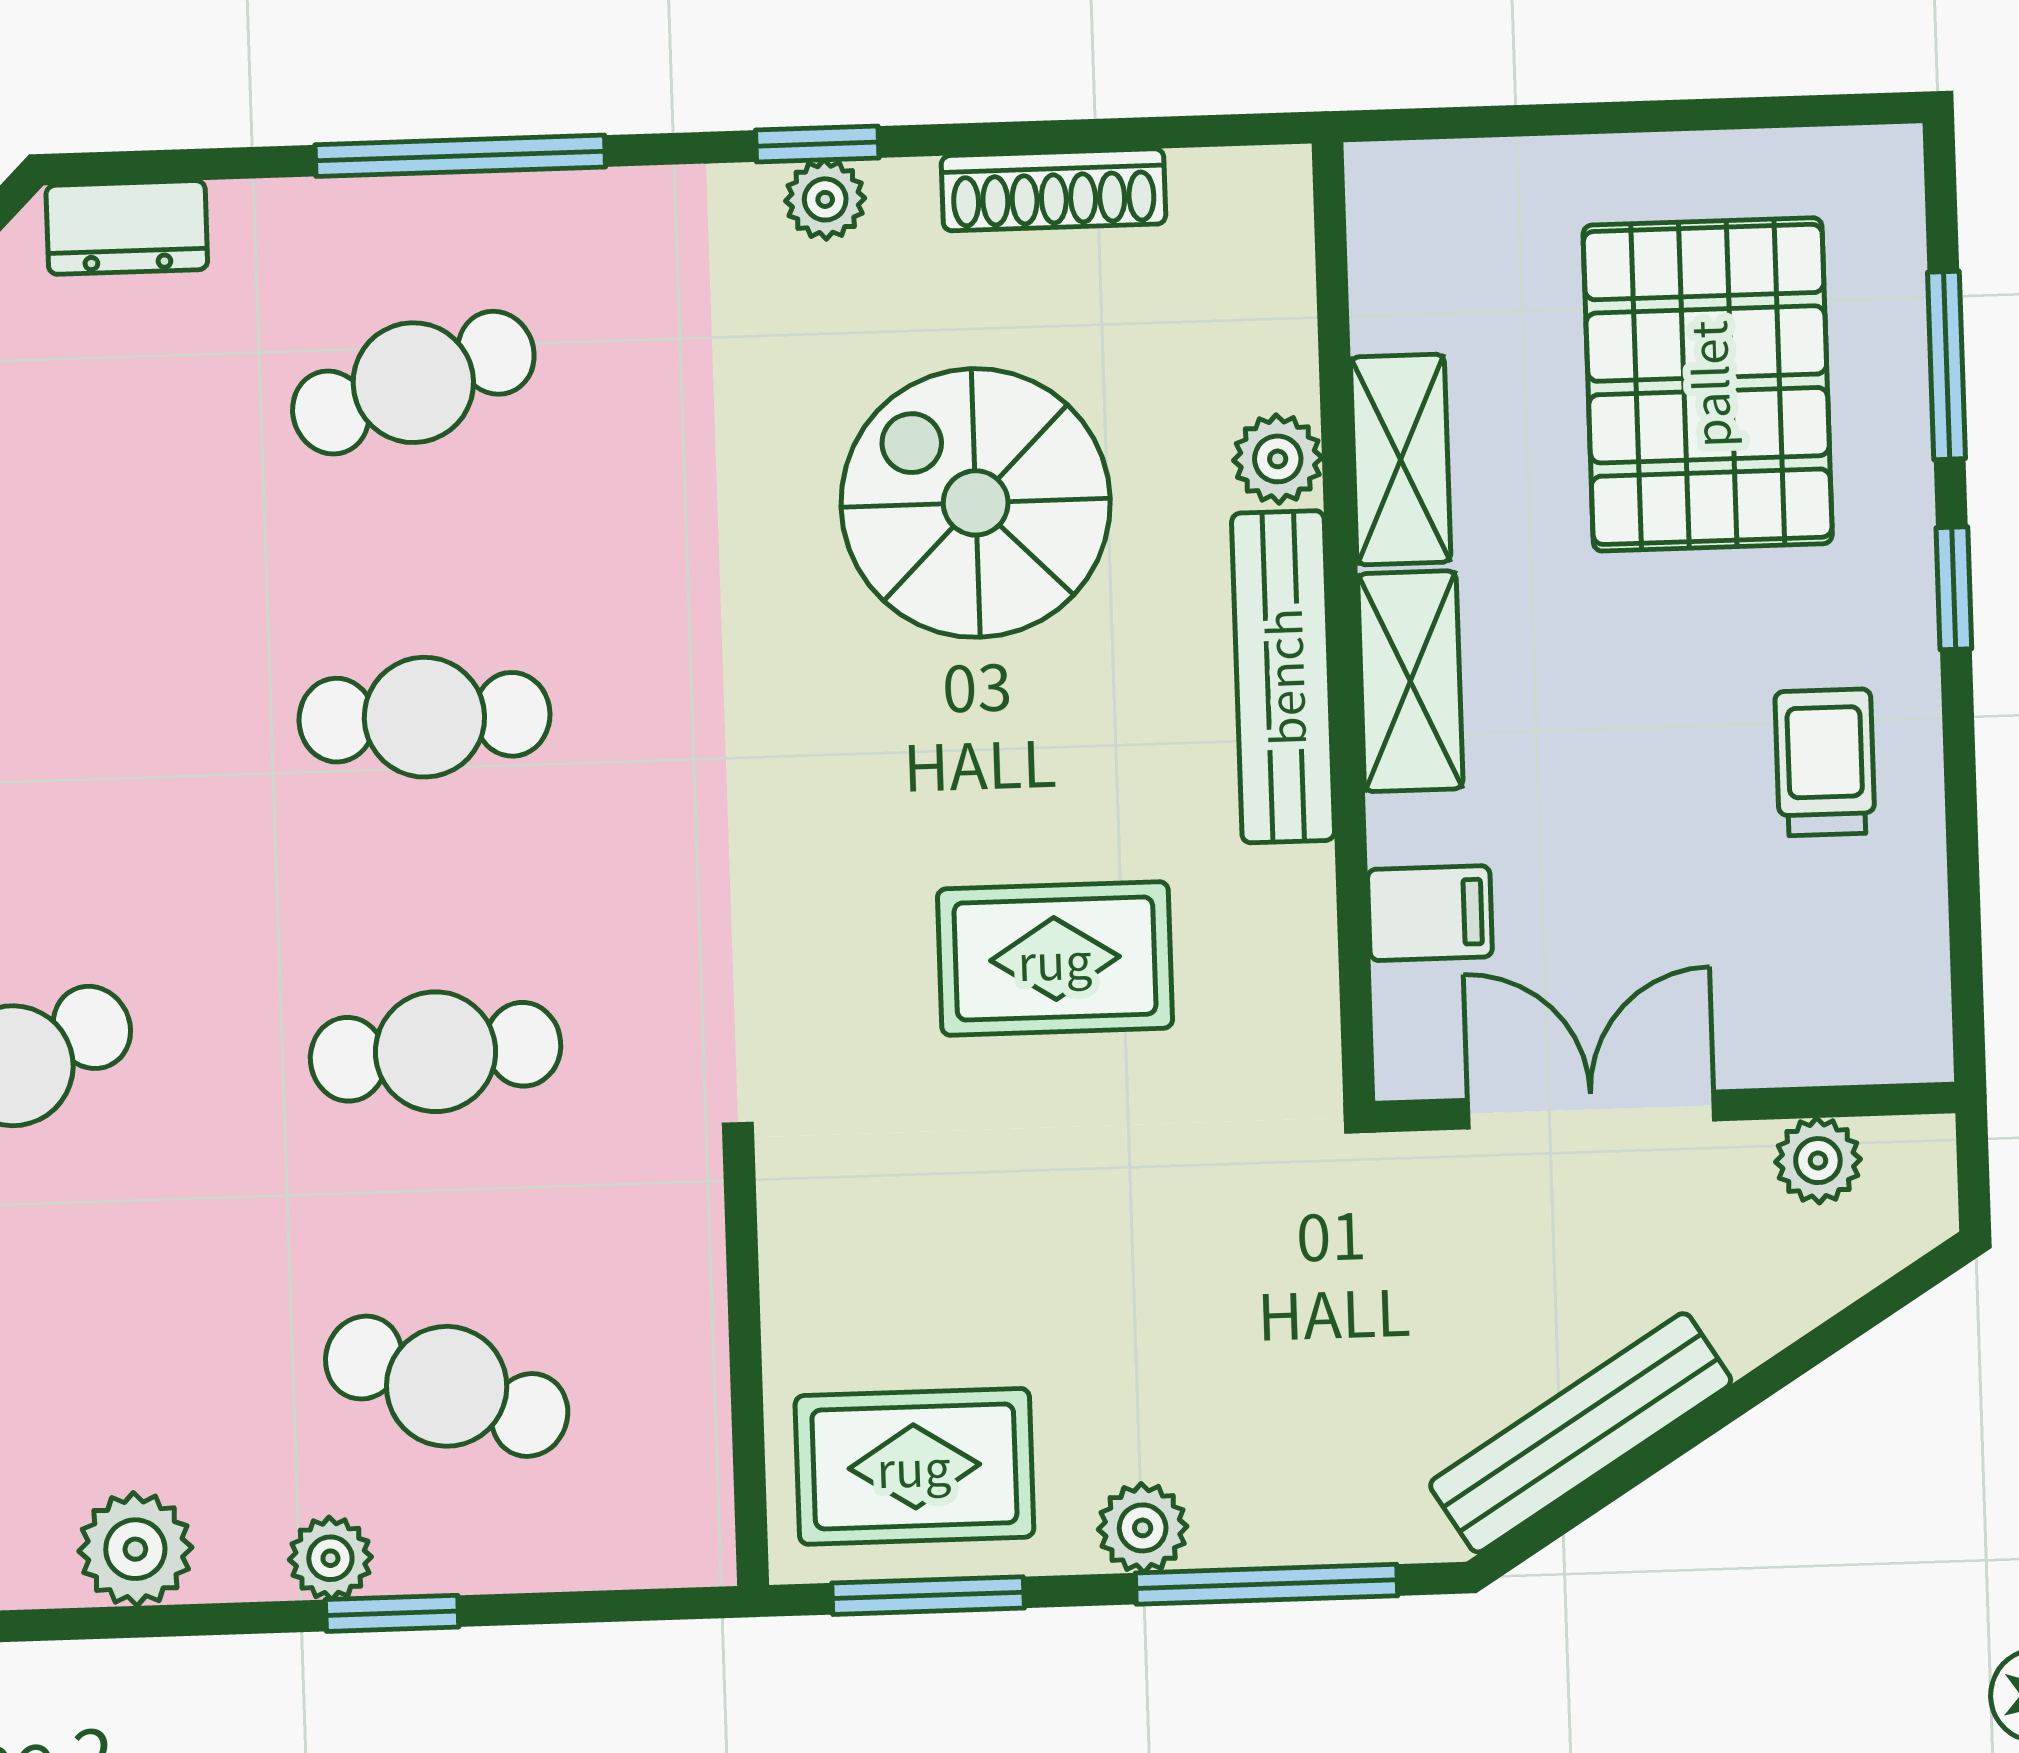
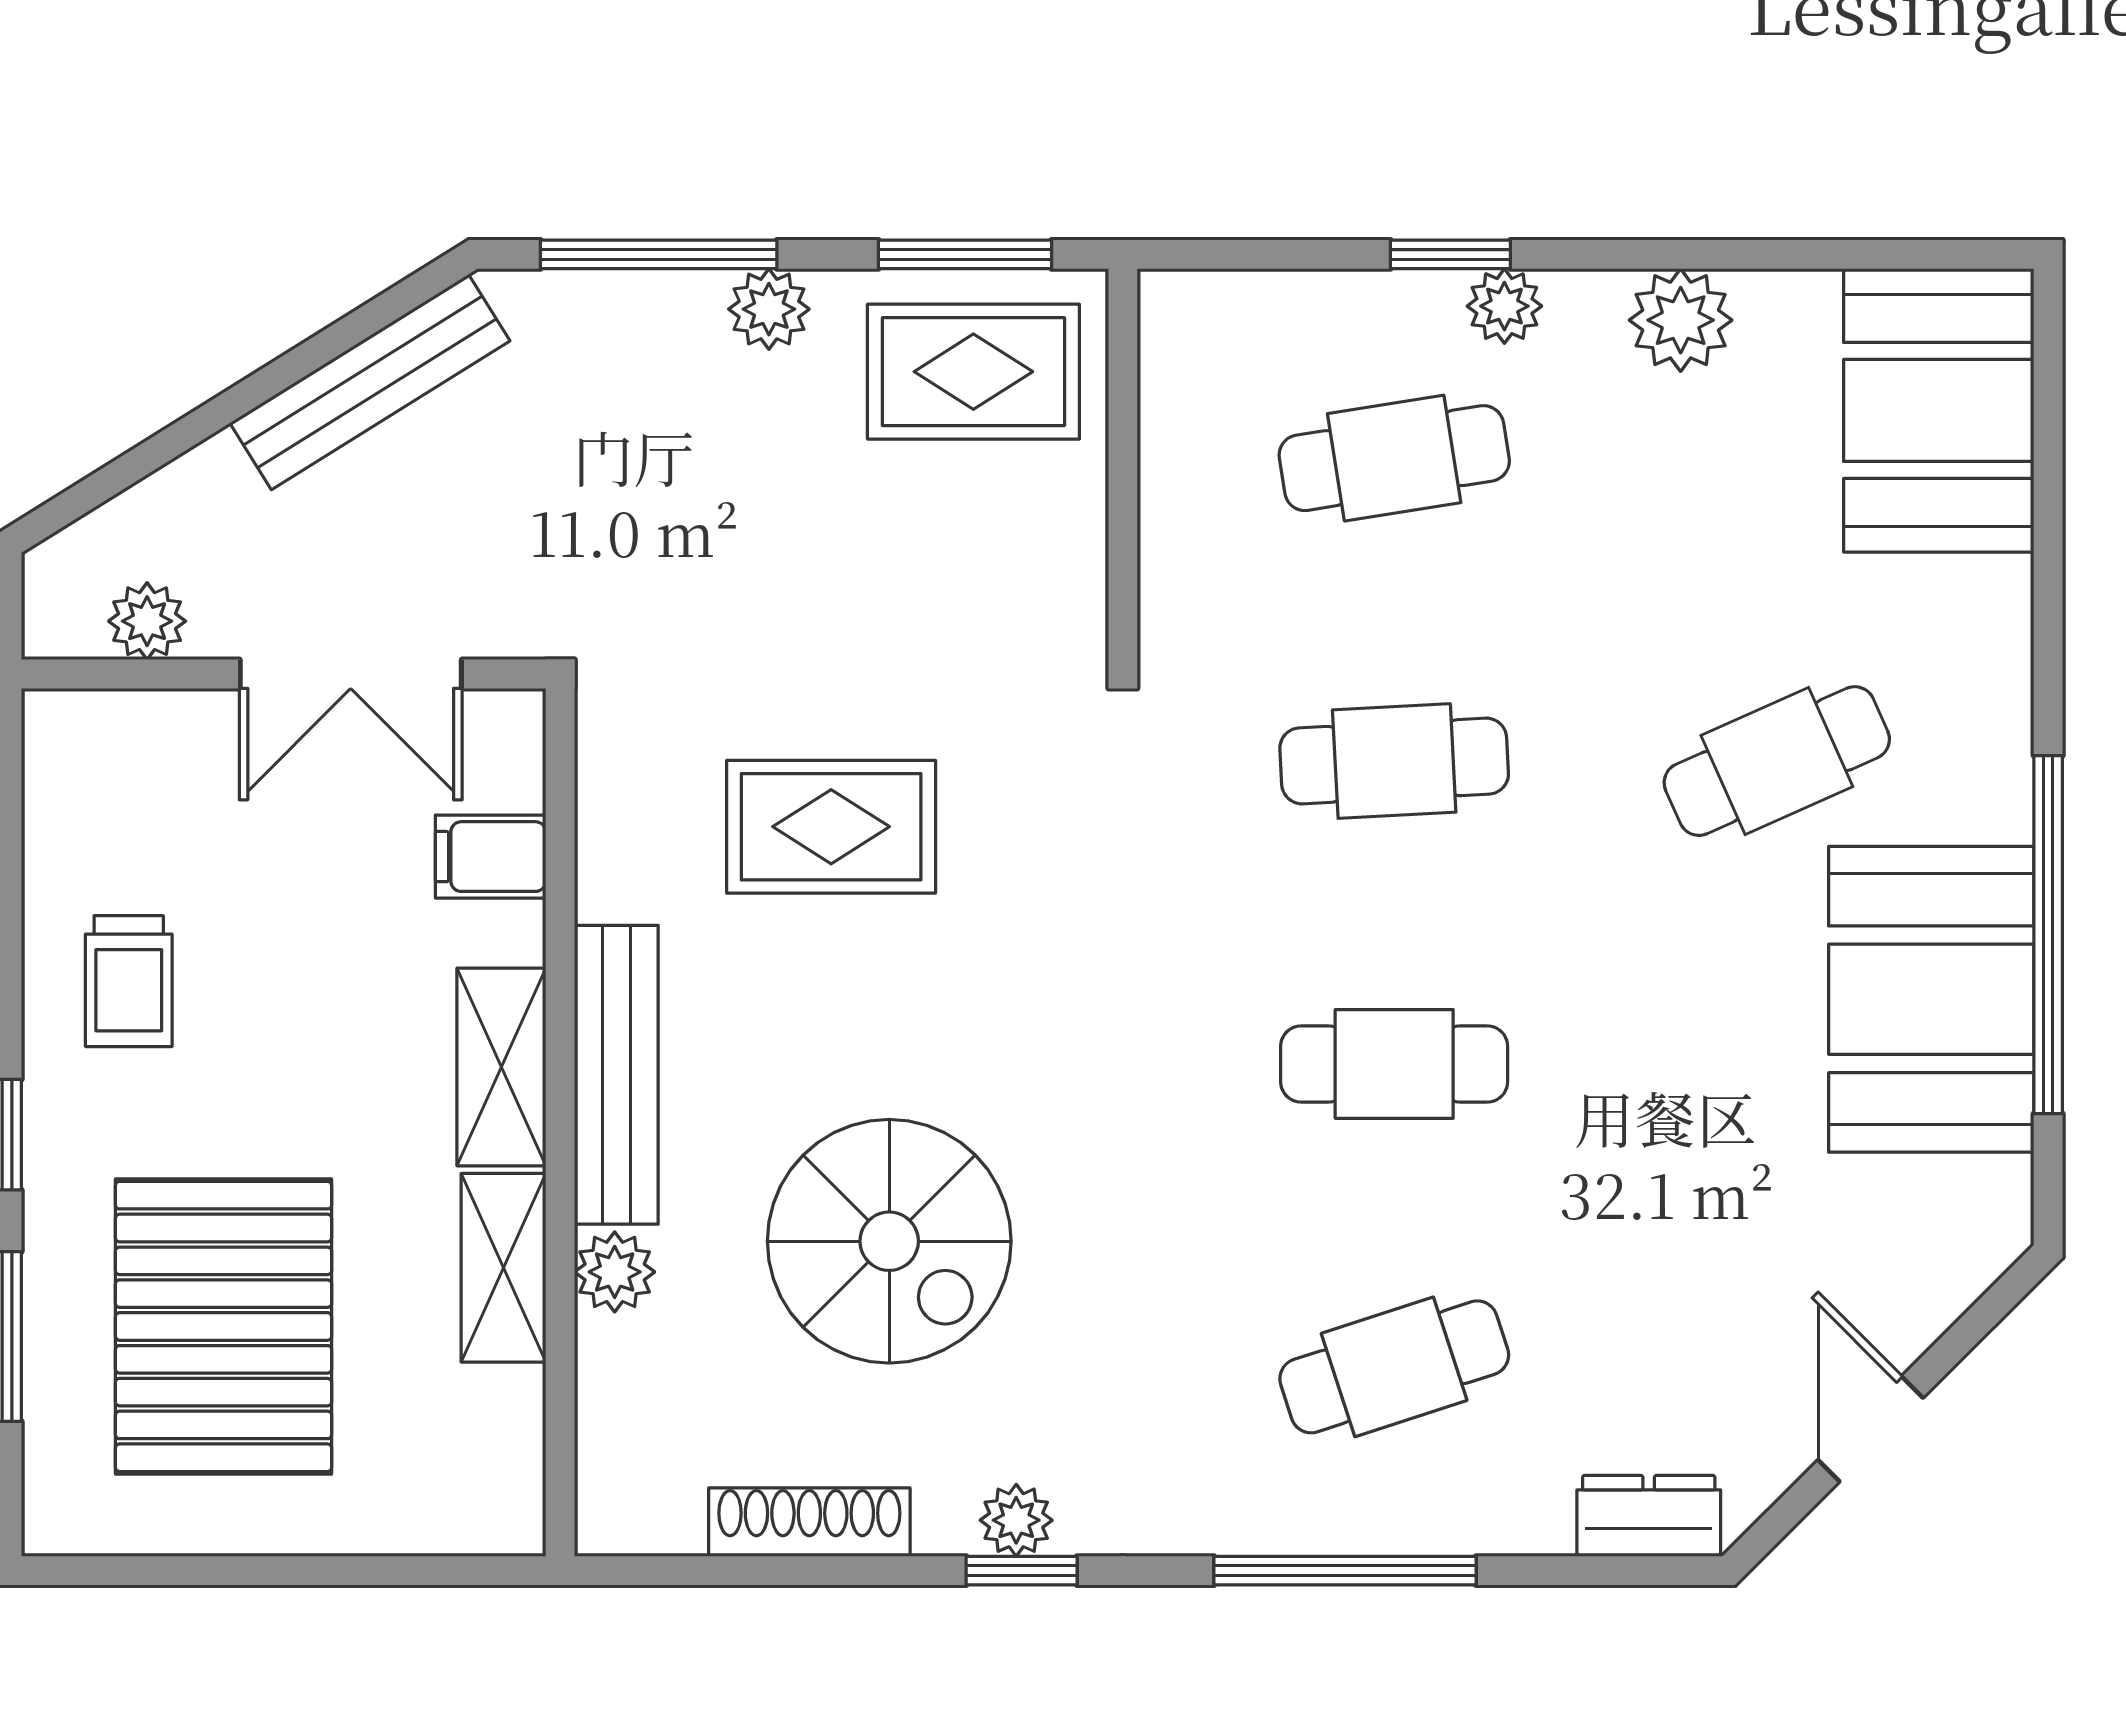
cafe table: (447, 1386) -> (1394, 458), turned -30

